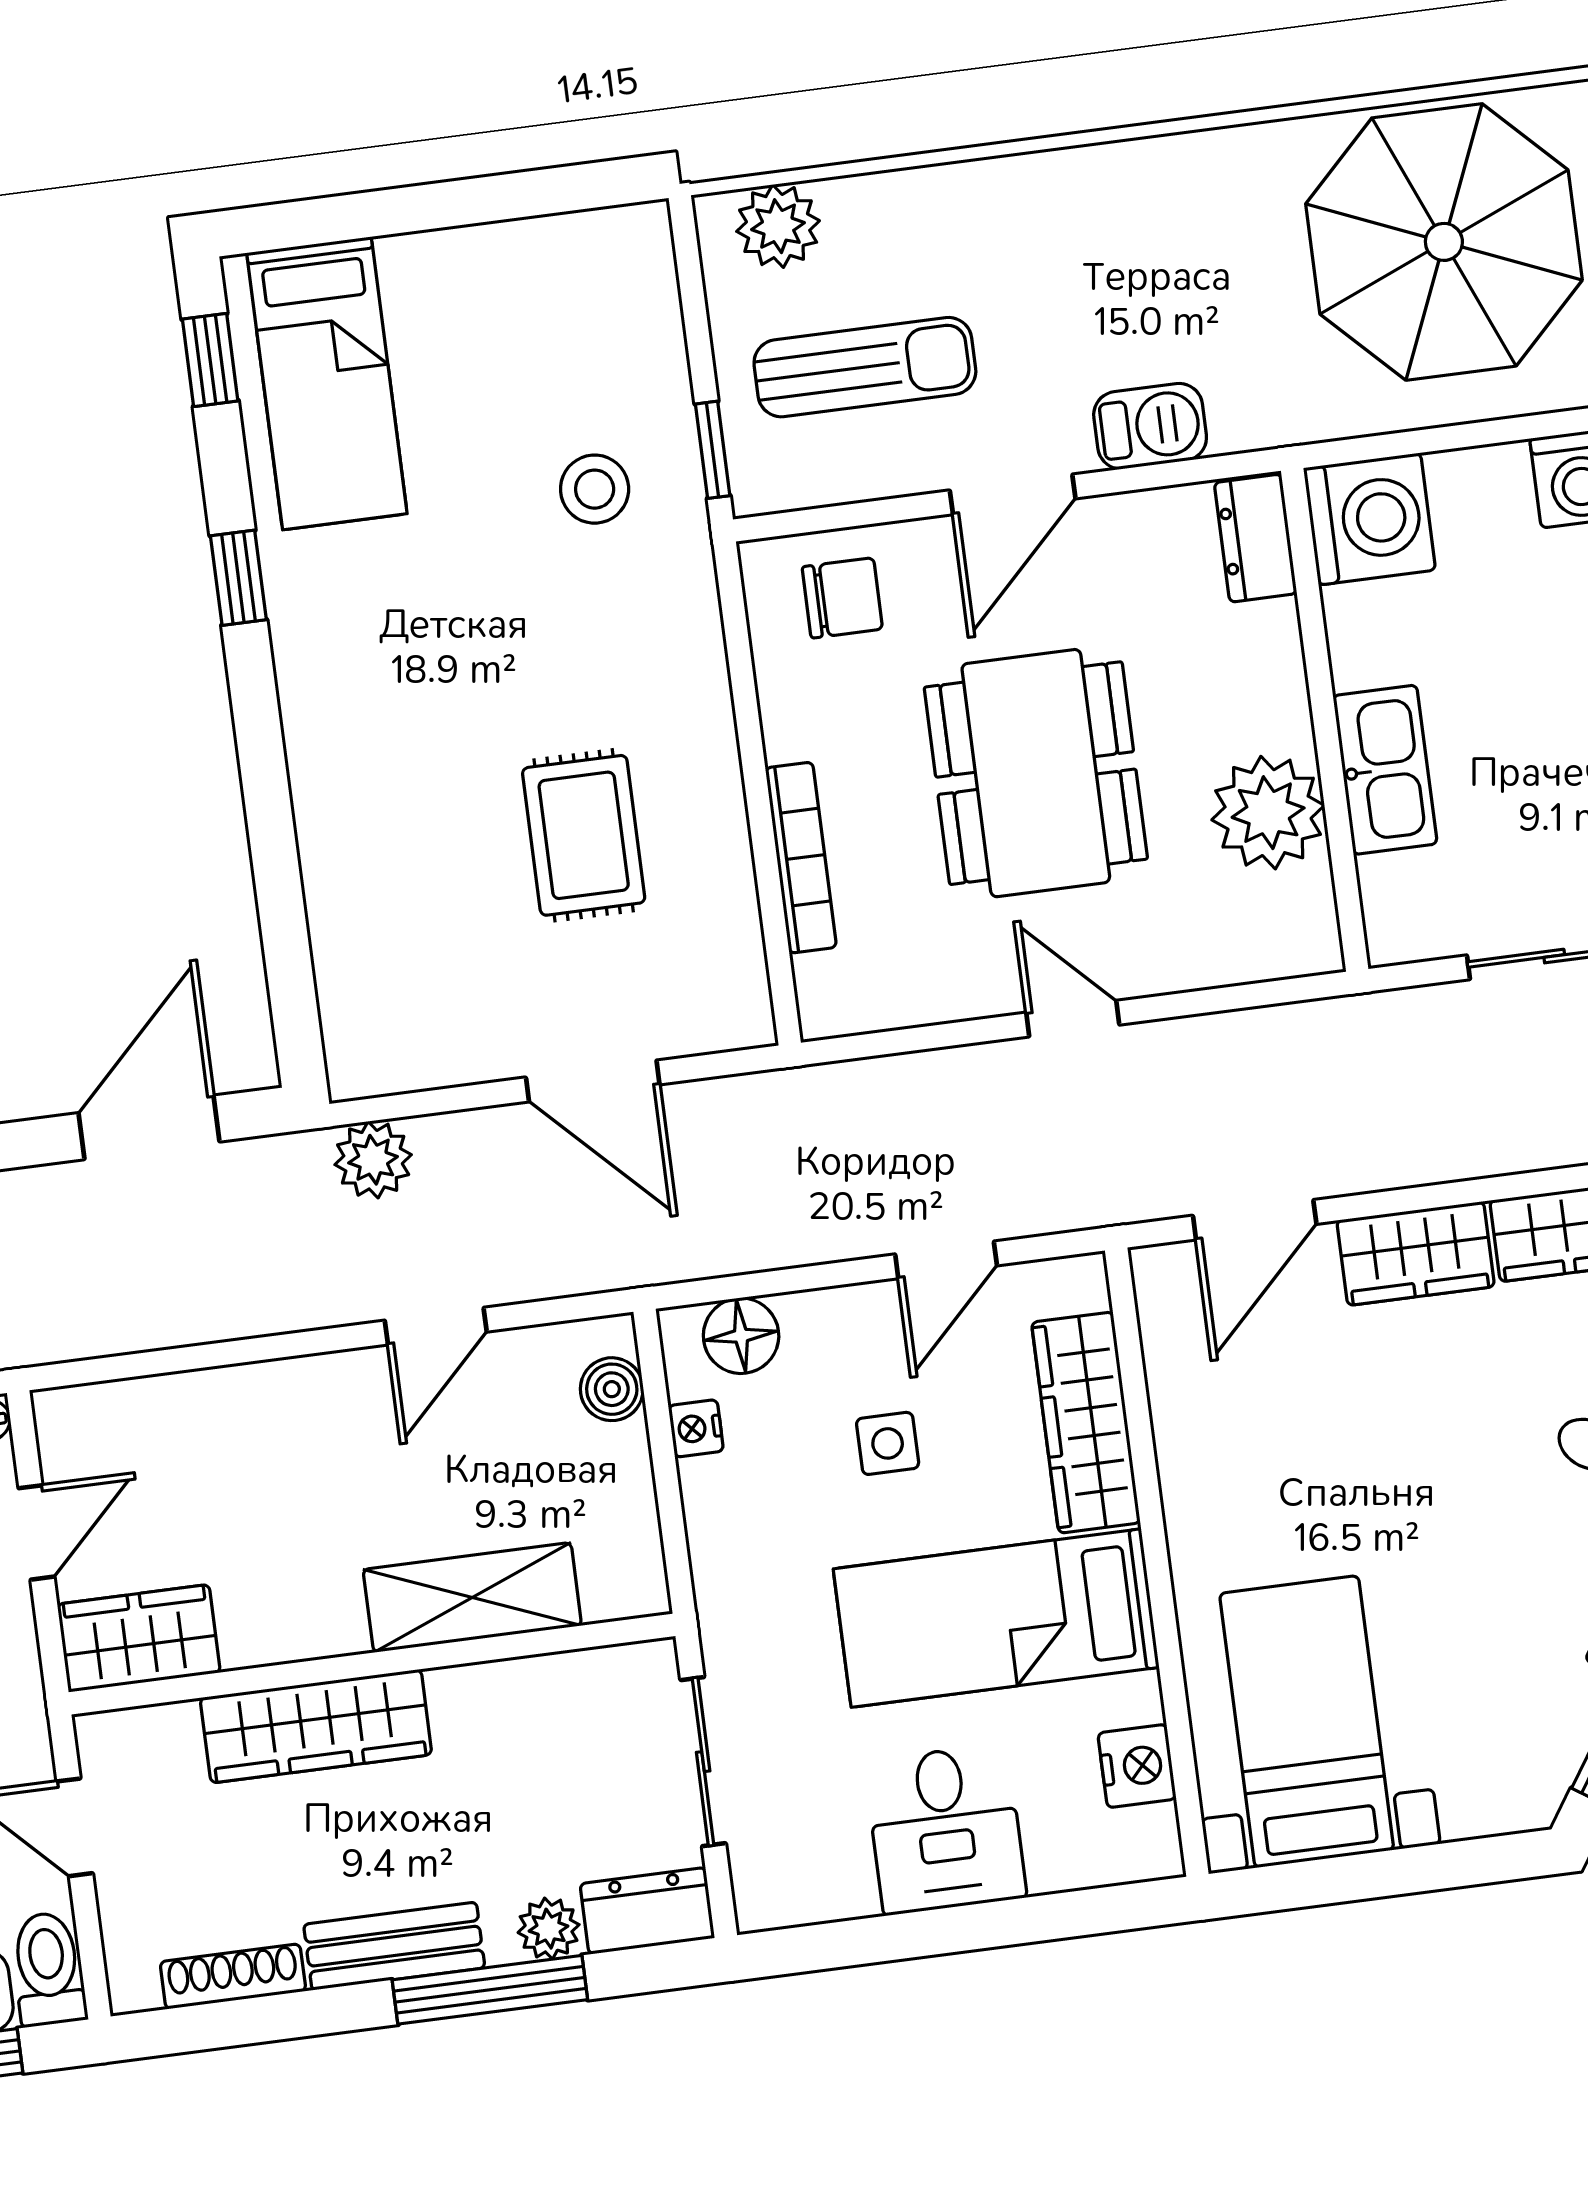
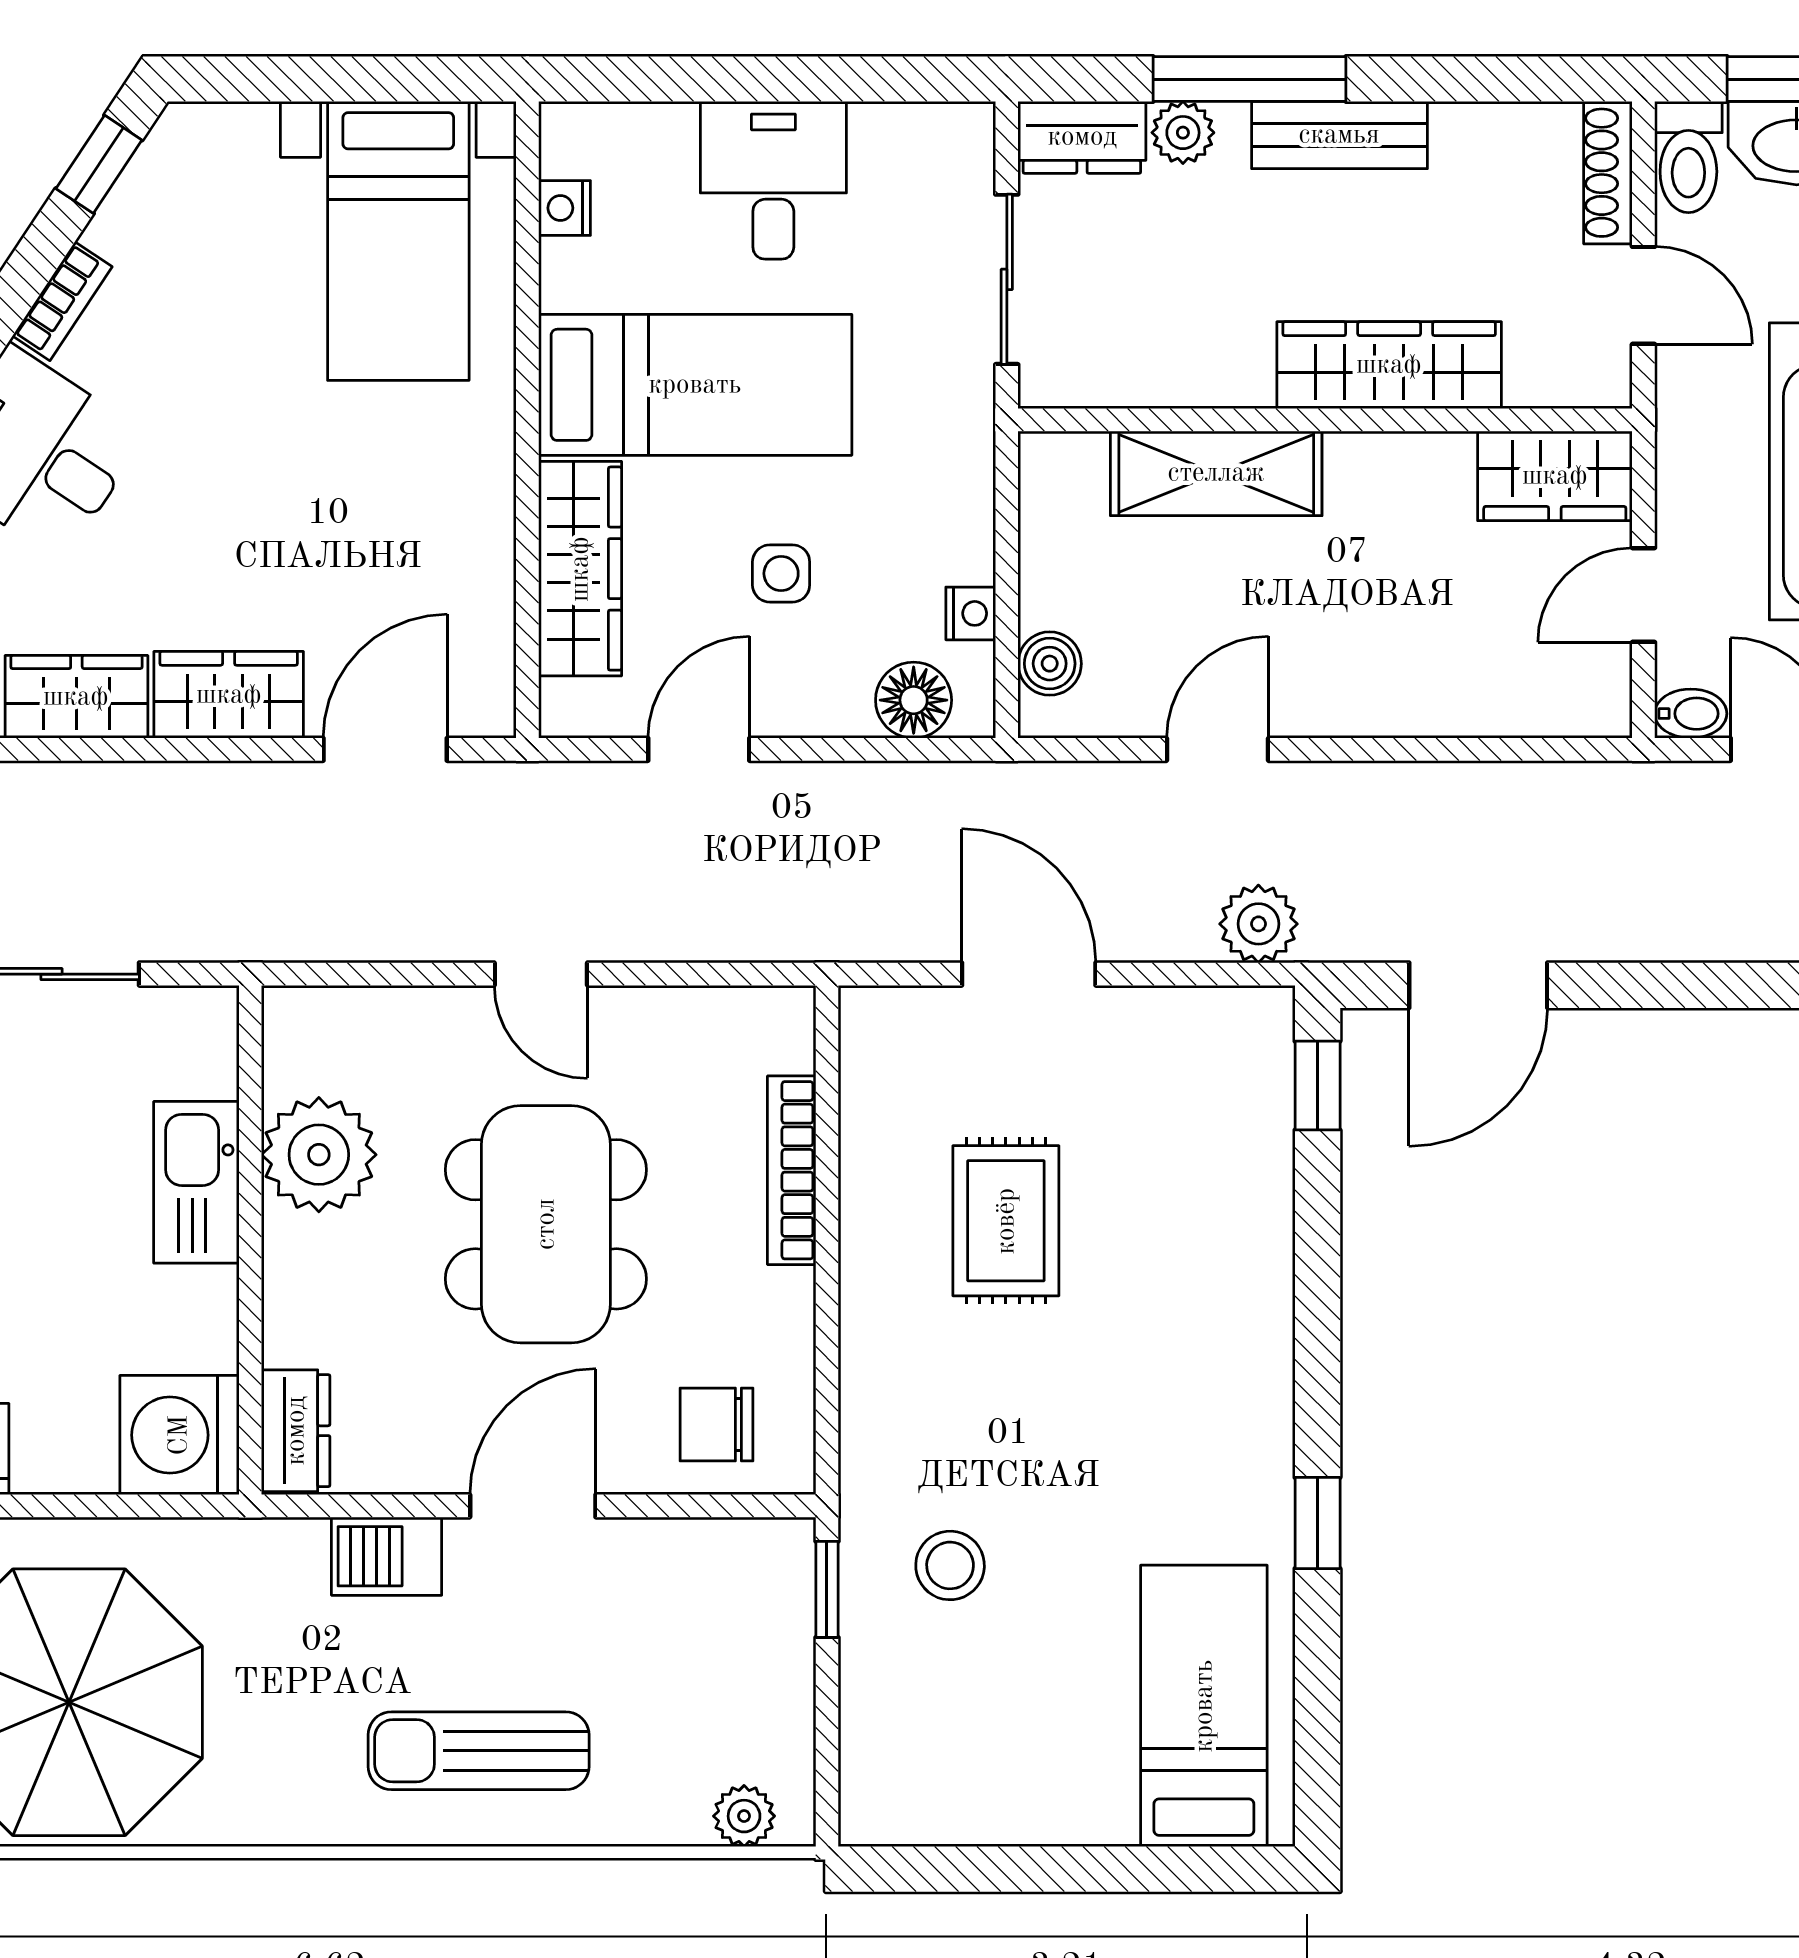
plant: (778, 226) -> (744, 1816), width x0.73, depth x0.73
window: (210, 360) -> (1318, 1086), moved
sun lounger: (865, 367) -> (479, 1751), moved
nightstand: (1137, 1766) -> (565, 208), width x0.72, depth x0.74
shoe rack: (233, 1976) -> (1608, 173), moved, turned 90

